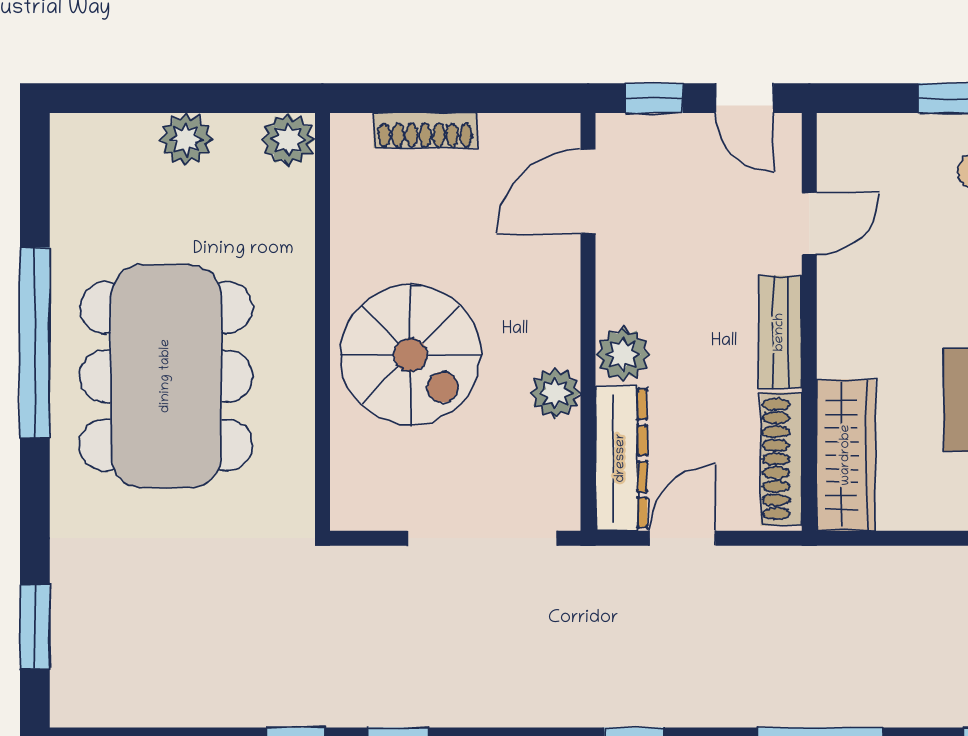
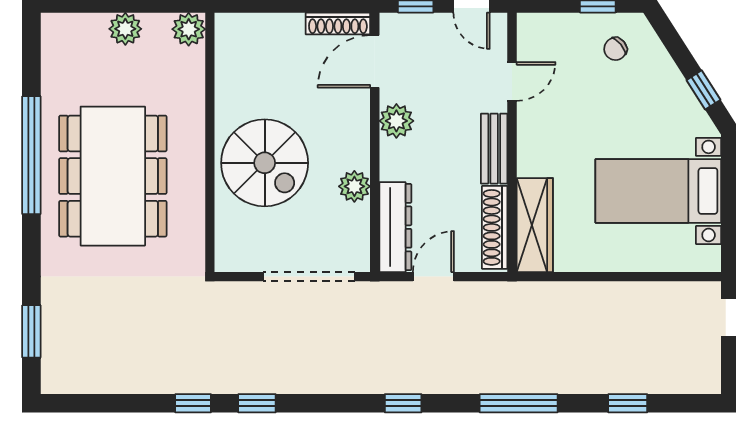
shoe rack: (425, 131) -> (338, 24), moved
plant: (623, 354) -> (396, 121), moved

